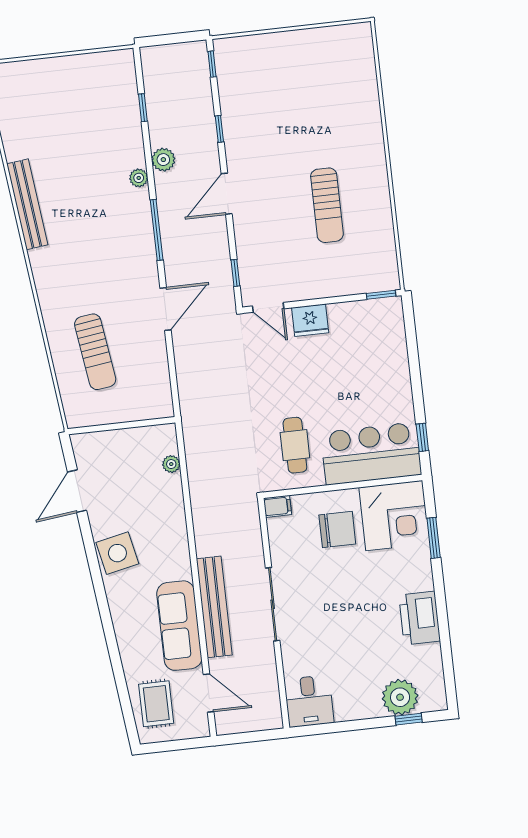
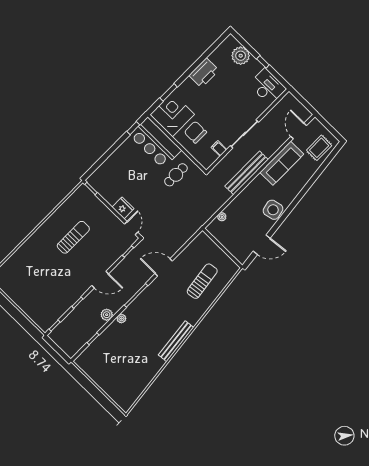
bench: (27, 204) -> (176, 341), moved
filing cabinet: (278, 506) -> (219, 148), moved
bench: (214, 607) -> (247, 173), moved
desk: (309, 701) -> (268, 87), width x1.37
window: (409, 719) -> (263, 62), moved

